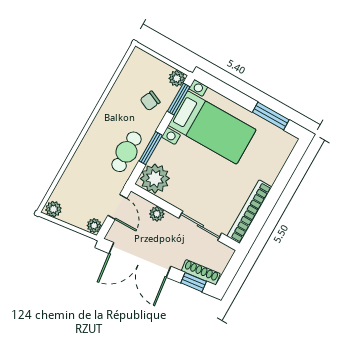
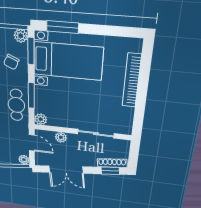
window: (271, 116) -> (62, 27), moved
plant: (155, 179) -> (41, 119), width x0.53, depth x0.53
bookcase: (249, 212) -> (132, 81), moved
double door: (140, 260) -> (66, 170), width x0.73

